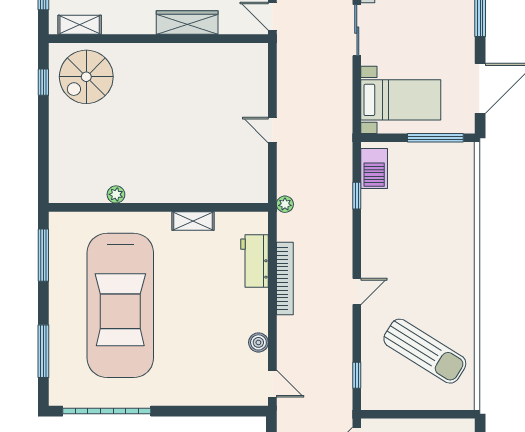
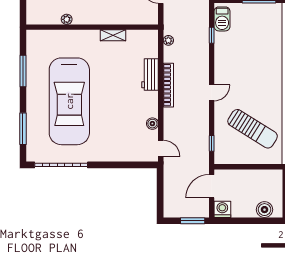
plant: (116, 194) -> (67, 19), moved
wall: (158, 207) -> (92, 27), moved
shelving: (193, 221) -> (113, 35), moved

